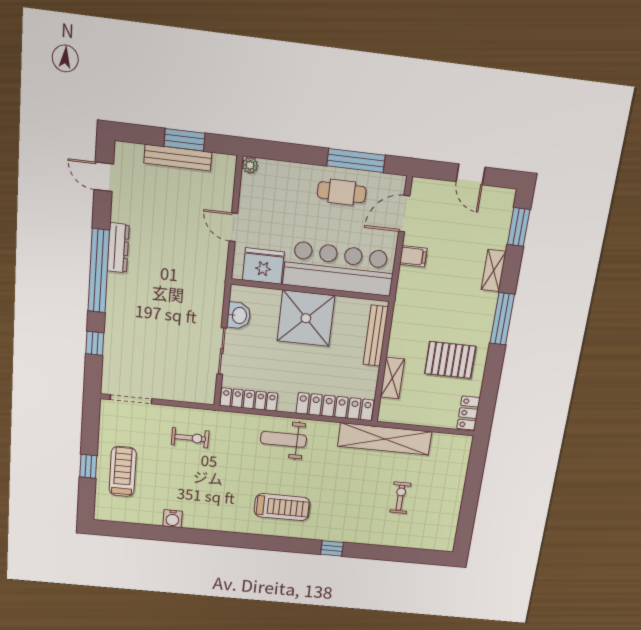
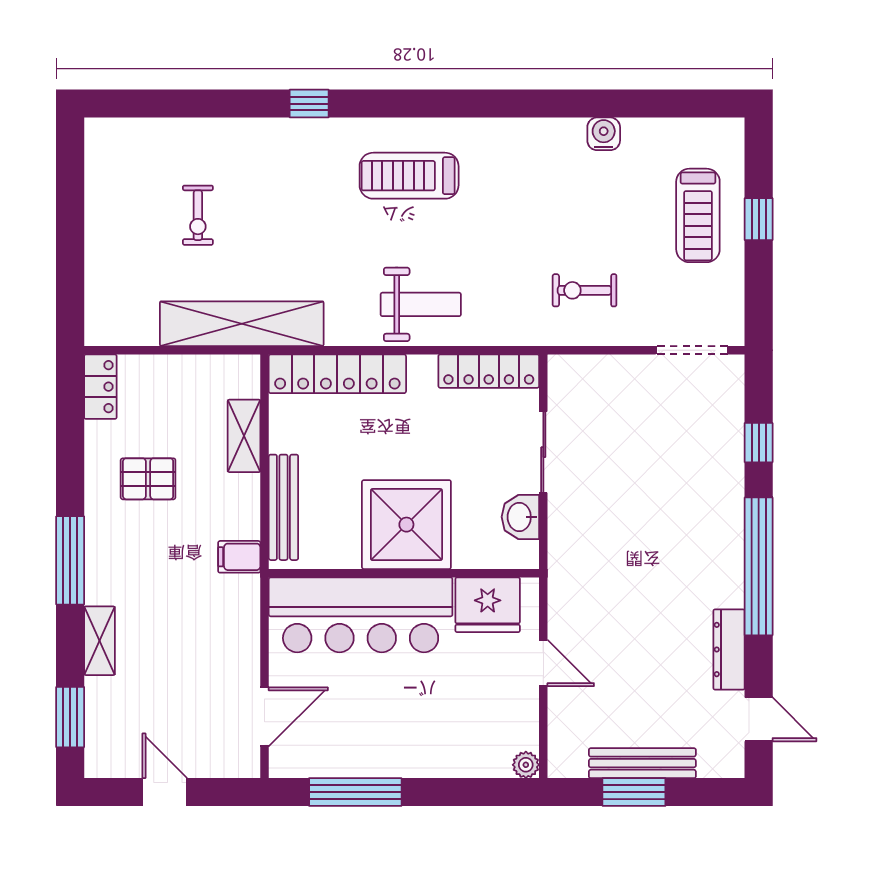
cafe table: (342, 192) -> (372, 739), removed
dresser: (118, 248) -> (729, 650), moved
filing cabinet: (413, 256) -> (239, 557), moved
pallet: (450, 360) -> (148, 479), width x0.67, depth x0.71

